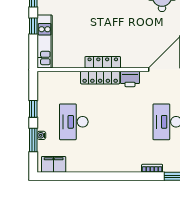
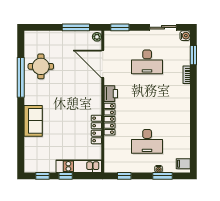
locker: (103, 62) -> (96, 129), moved
window: (33, 109) -> (124, 176), moved
filing cabinet: (54, 164) -> (183, 164), width x0.50

